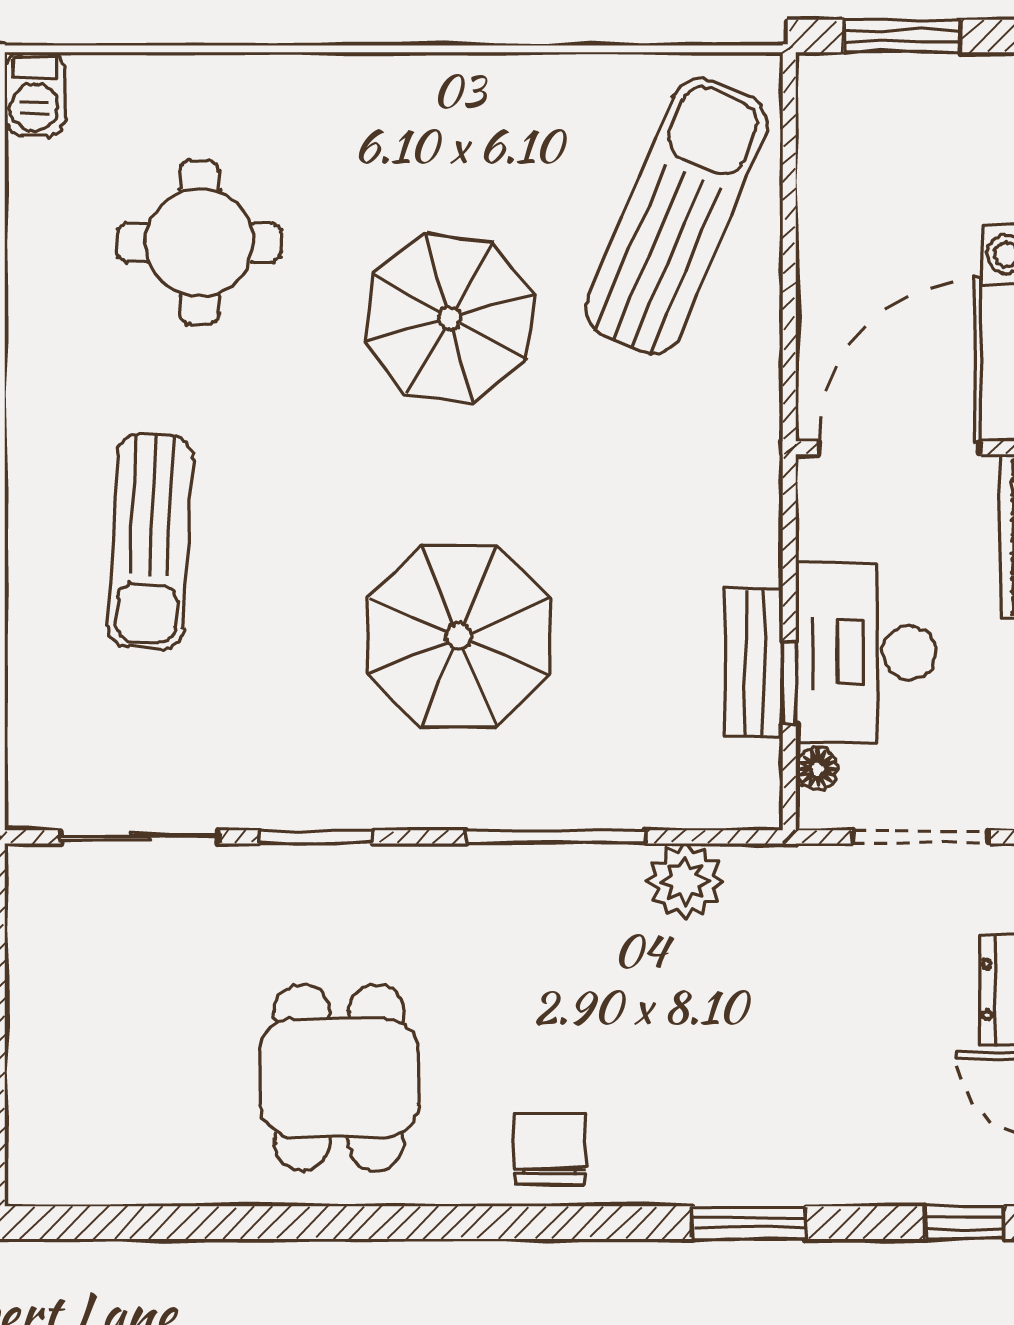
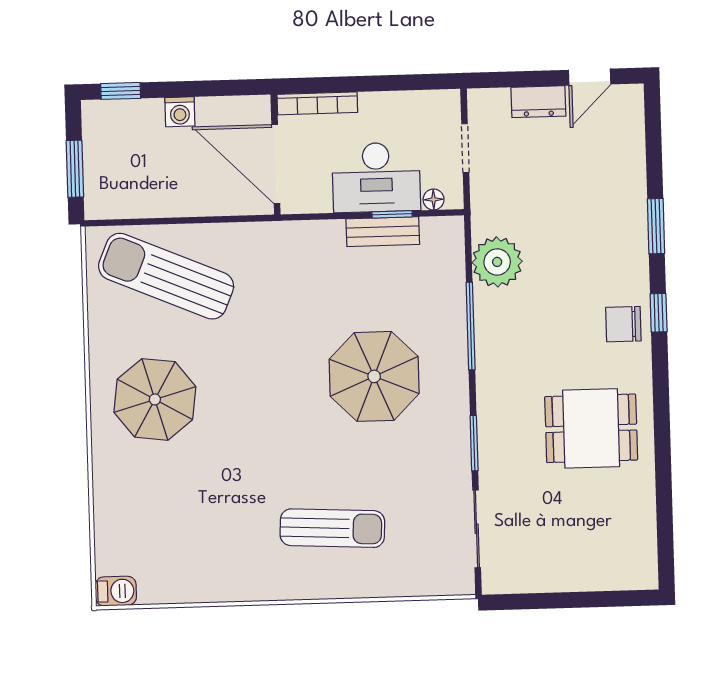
round table: (199, 242) -> (186, 508), removed
parasol: (450, 318) -> (155, 399), moved
doorway: (920, 837) -> (465, 148), width x0.73
plant: (685, 881) -> (497, 262), width x1.36, depth x1.36
window: (965, 1223) -> (659, 313), moved

